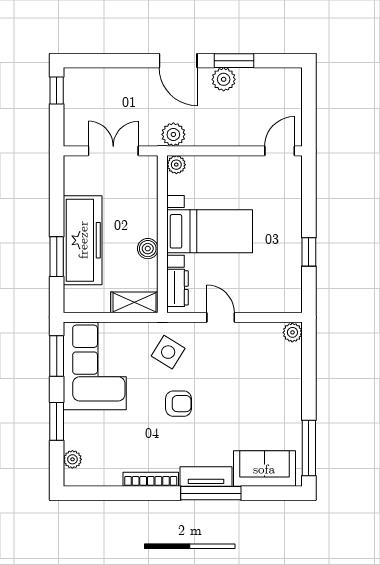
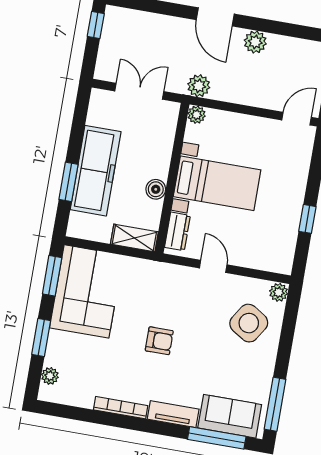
window: (234, 61) -> (268, 26), removed
side table: (168, 352) -> (249, 323), moved, width x1.37, depth x1.37
window: (211, 493) -> (217, 438), moved

